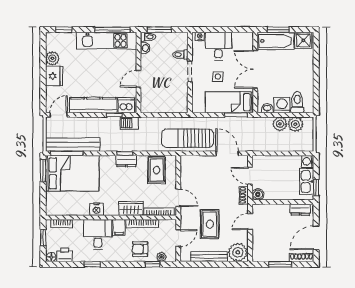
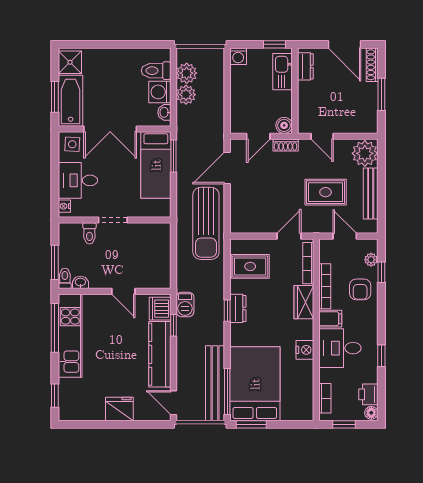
plant: (52, 58) -> (95, 411), removed
side table: (218, 77) -> (72, 144), moved
kitchen sink: (307, 181) -> (283, 72), moved, turned 90

